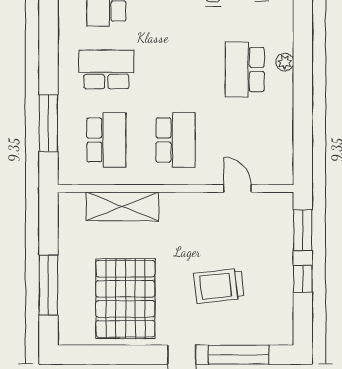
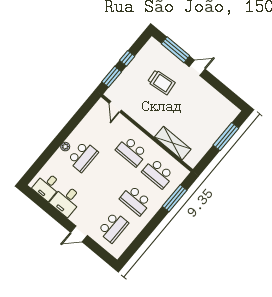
school desk: (106, 140) -> (158, 174), turned -90
school desk: (176, 140) -> (131, 152), turned -90
door: (238, 189) -> (115, 107), moved
pallet: (125, 299) -> (201, 107), removed

